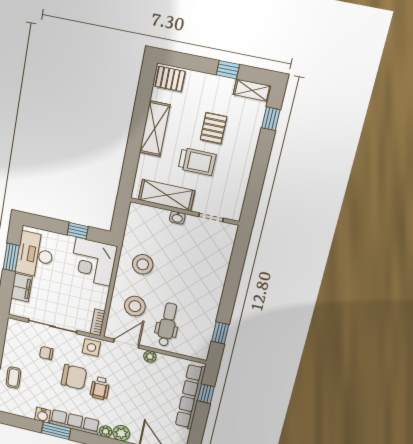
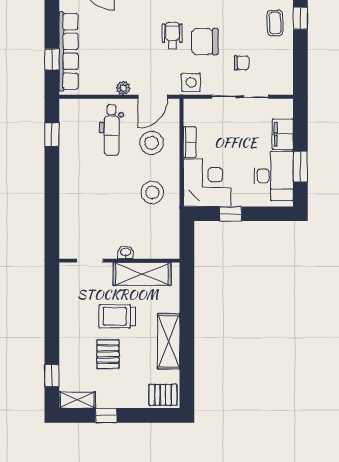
bookcase: (98, 322) -> (189, 142), moved

